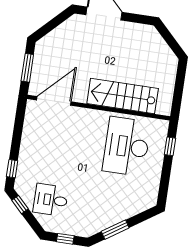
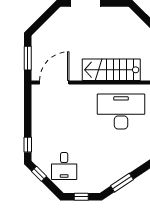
desk: (127, 146) -> (121, 112), turned 90
desk: (51, 200) -> (64, 166), turned -90

